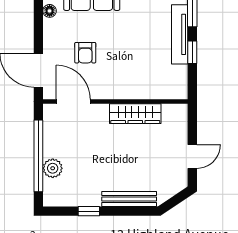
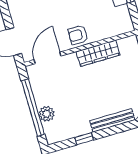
armchair: (85, 53) -> (78, 35), moved, turned 90
door: (73, 101) -> (48, 58), hinge flipped

